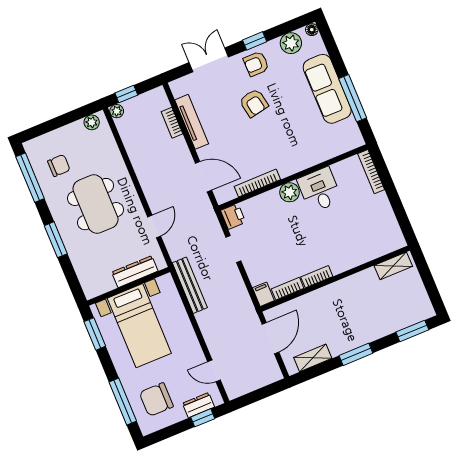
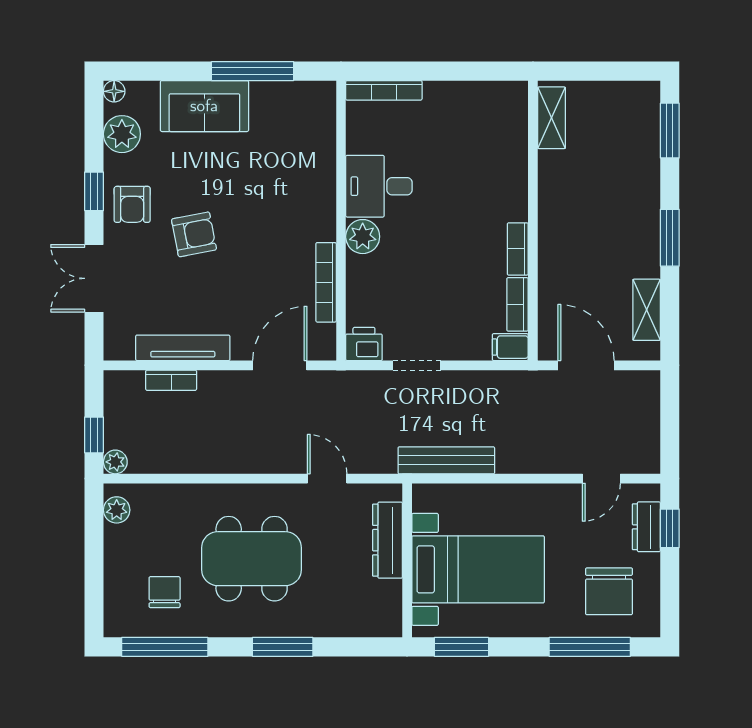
sofa: (327, 89) -> (204, 106), width x0.73

